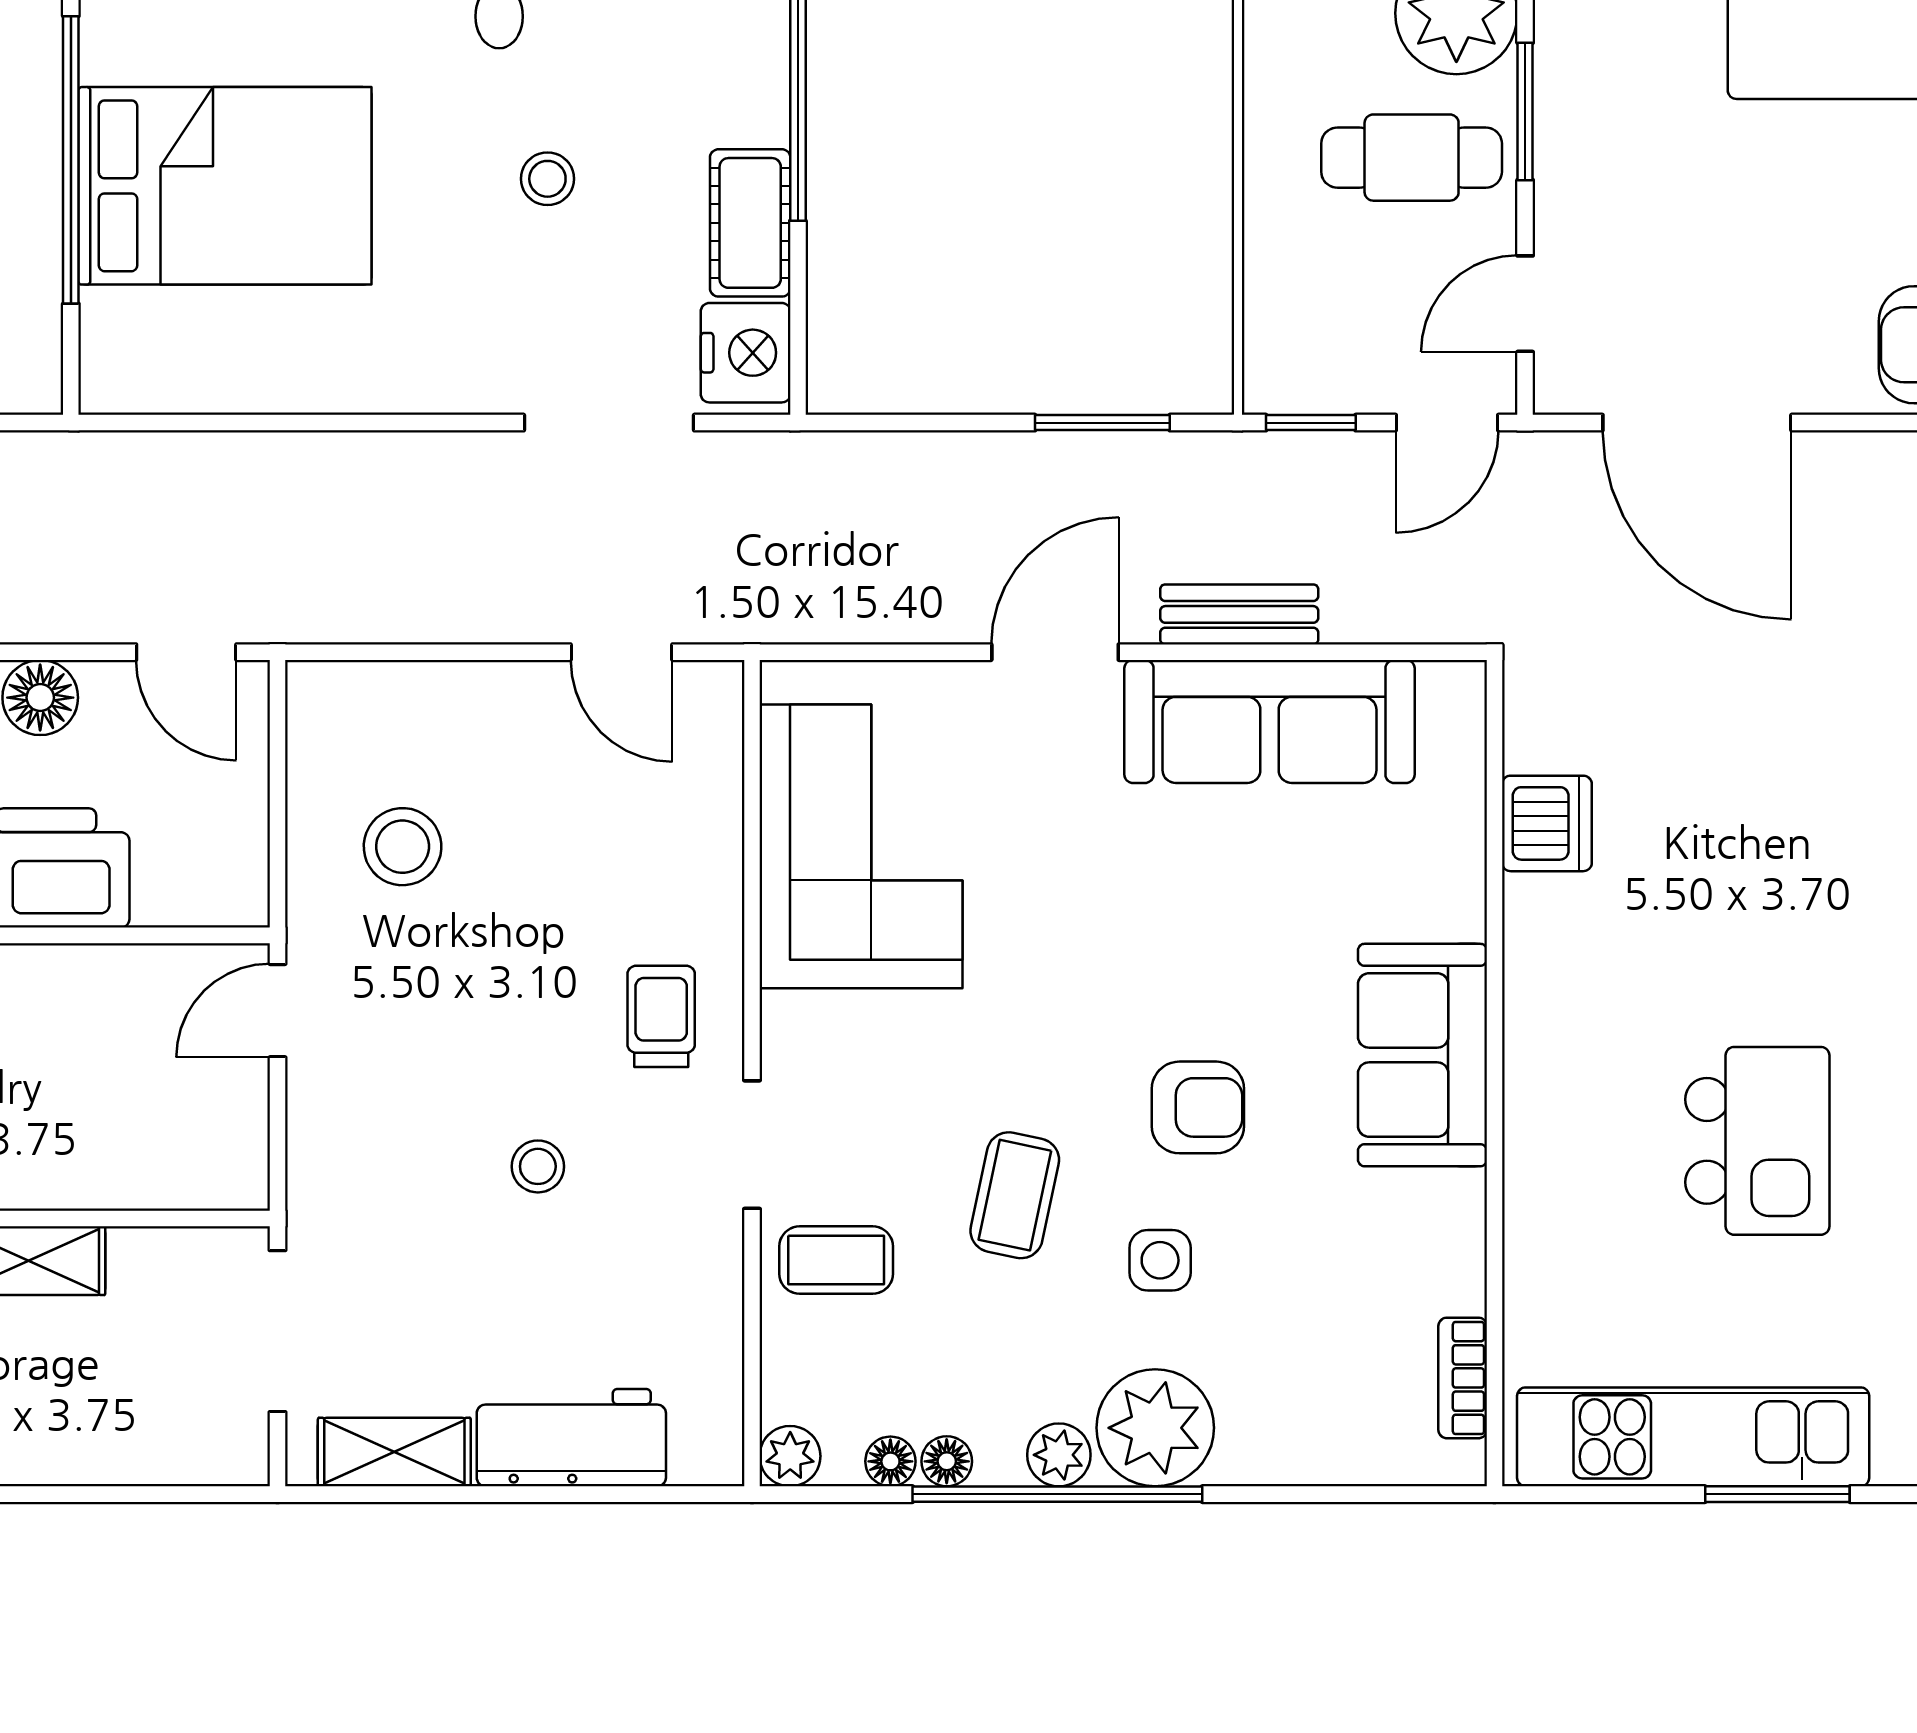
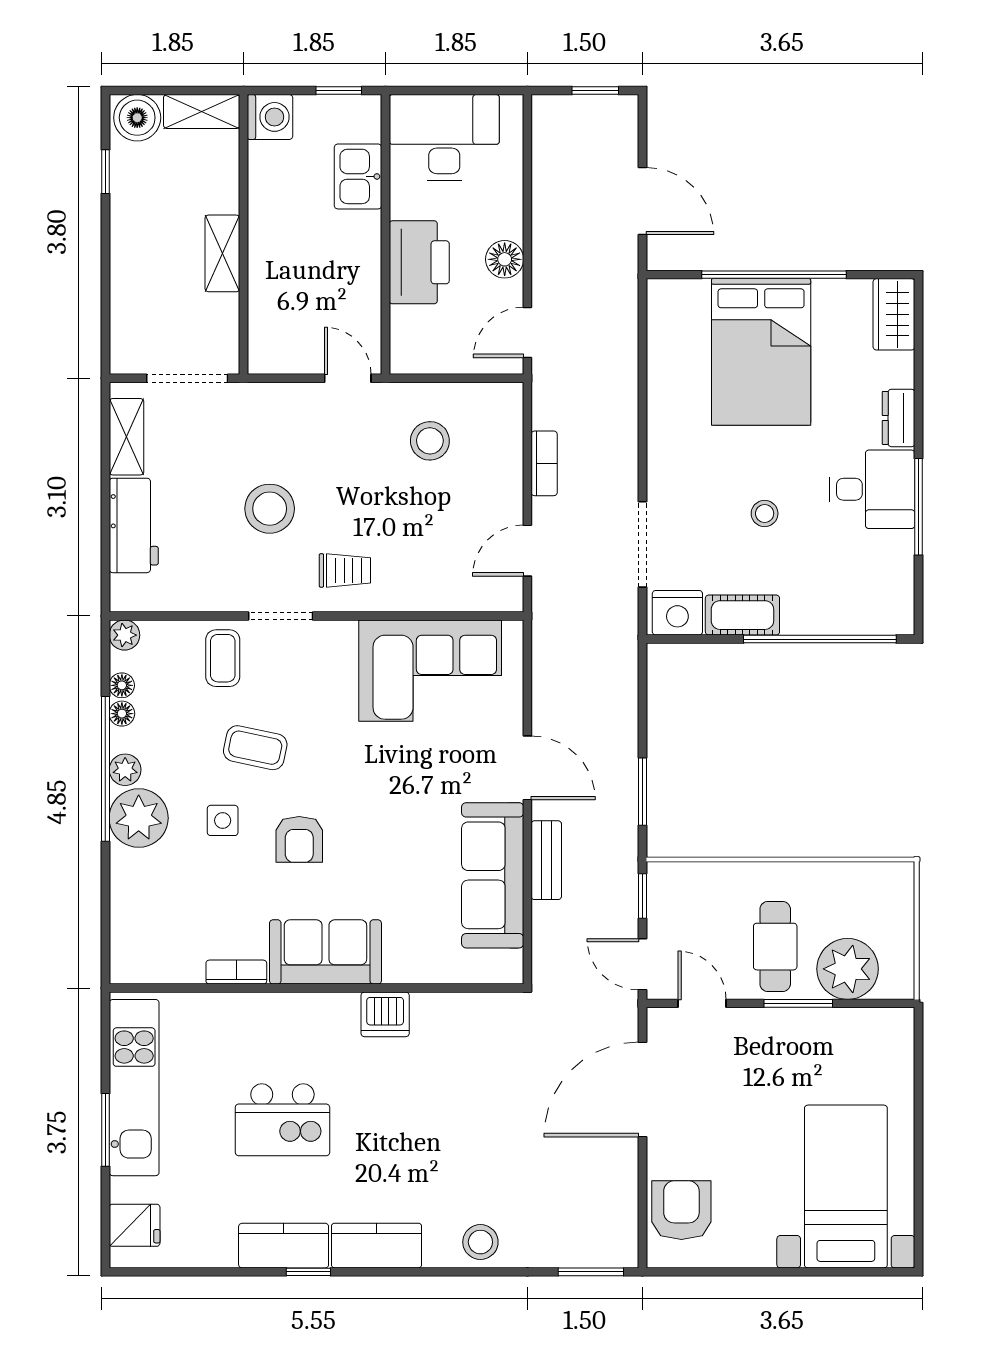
bookcase: (447, 619) -> (544, 463), added
dishwasher: (1547, 823) -> (385, 1014), moved
stool: (538, 1166) -> (270, 509), width x1.89, depth x1.89
bookcase: (1463, 1378) -> (236, 972), moved

